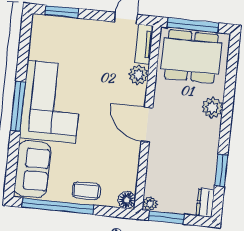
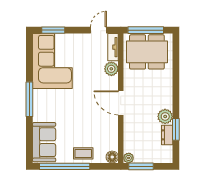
corner sofa: (51, 102) -> (52, 61), moved
plant: (212, 108) -> (165, 116), moved
dresser: (205, 203) -> (167, 135), moved

